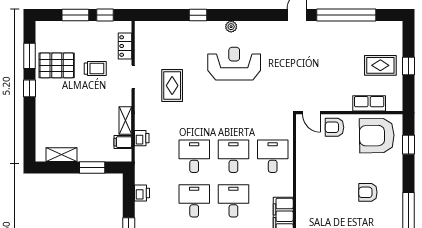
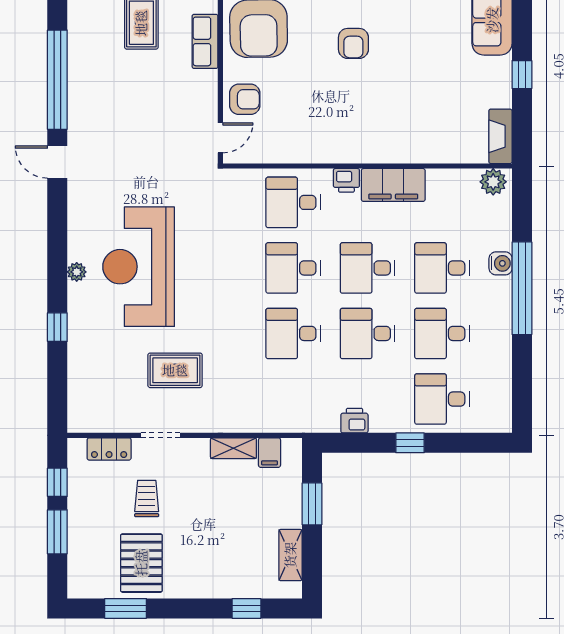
reception desk: (234, 64) -> (139, 267), width x1.36, depth x1.30
window: (29, 88) -> (246, 608), moved
armchair: (334, 127) -> (245, 99), turned -90
printer: (142, 138) -> (346, 180), moved, turned 180

